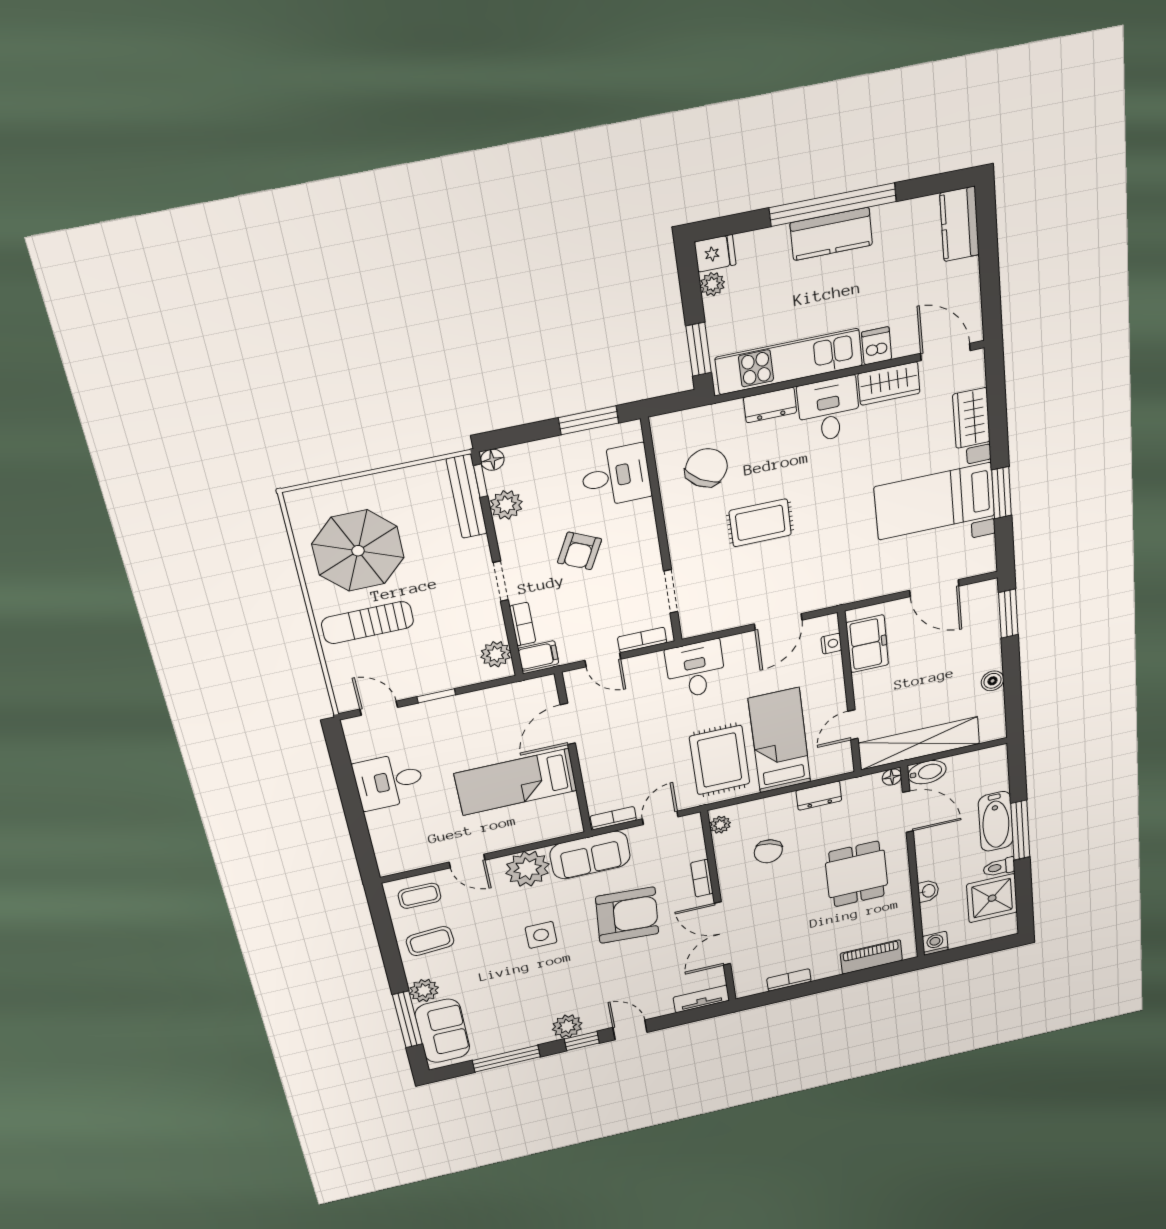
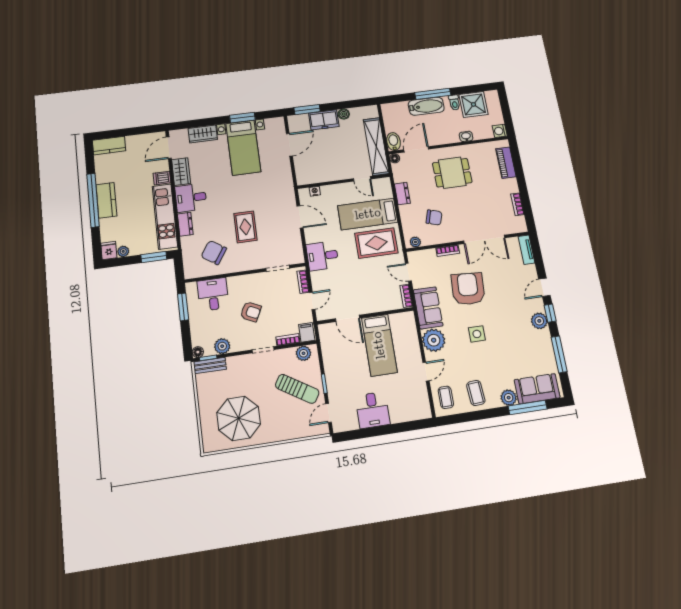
bench: (467, 496) -> (210, 366), width x0.73
sun lounger: (368, 623) -> (297, 389), moved, turned -58
freezer: (867, 644) -> (324, 120), moved, turned 180

